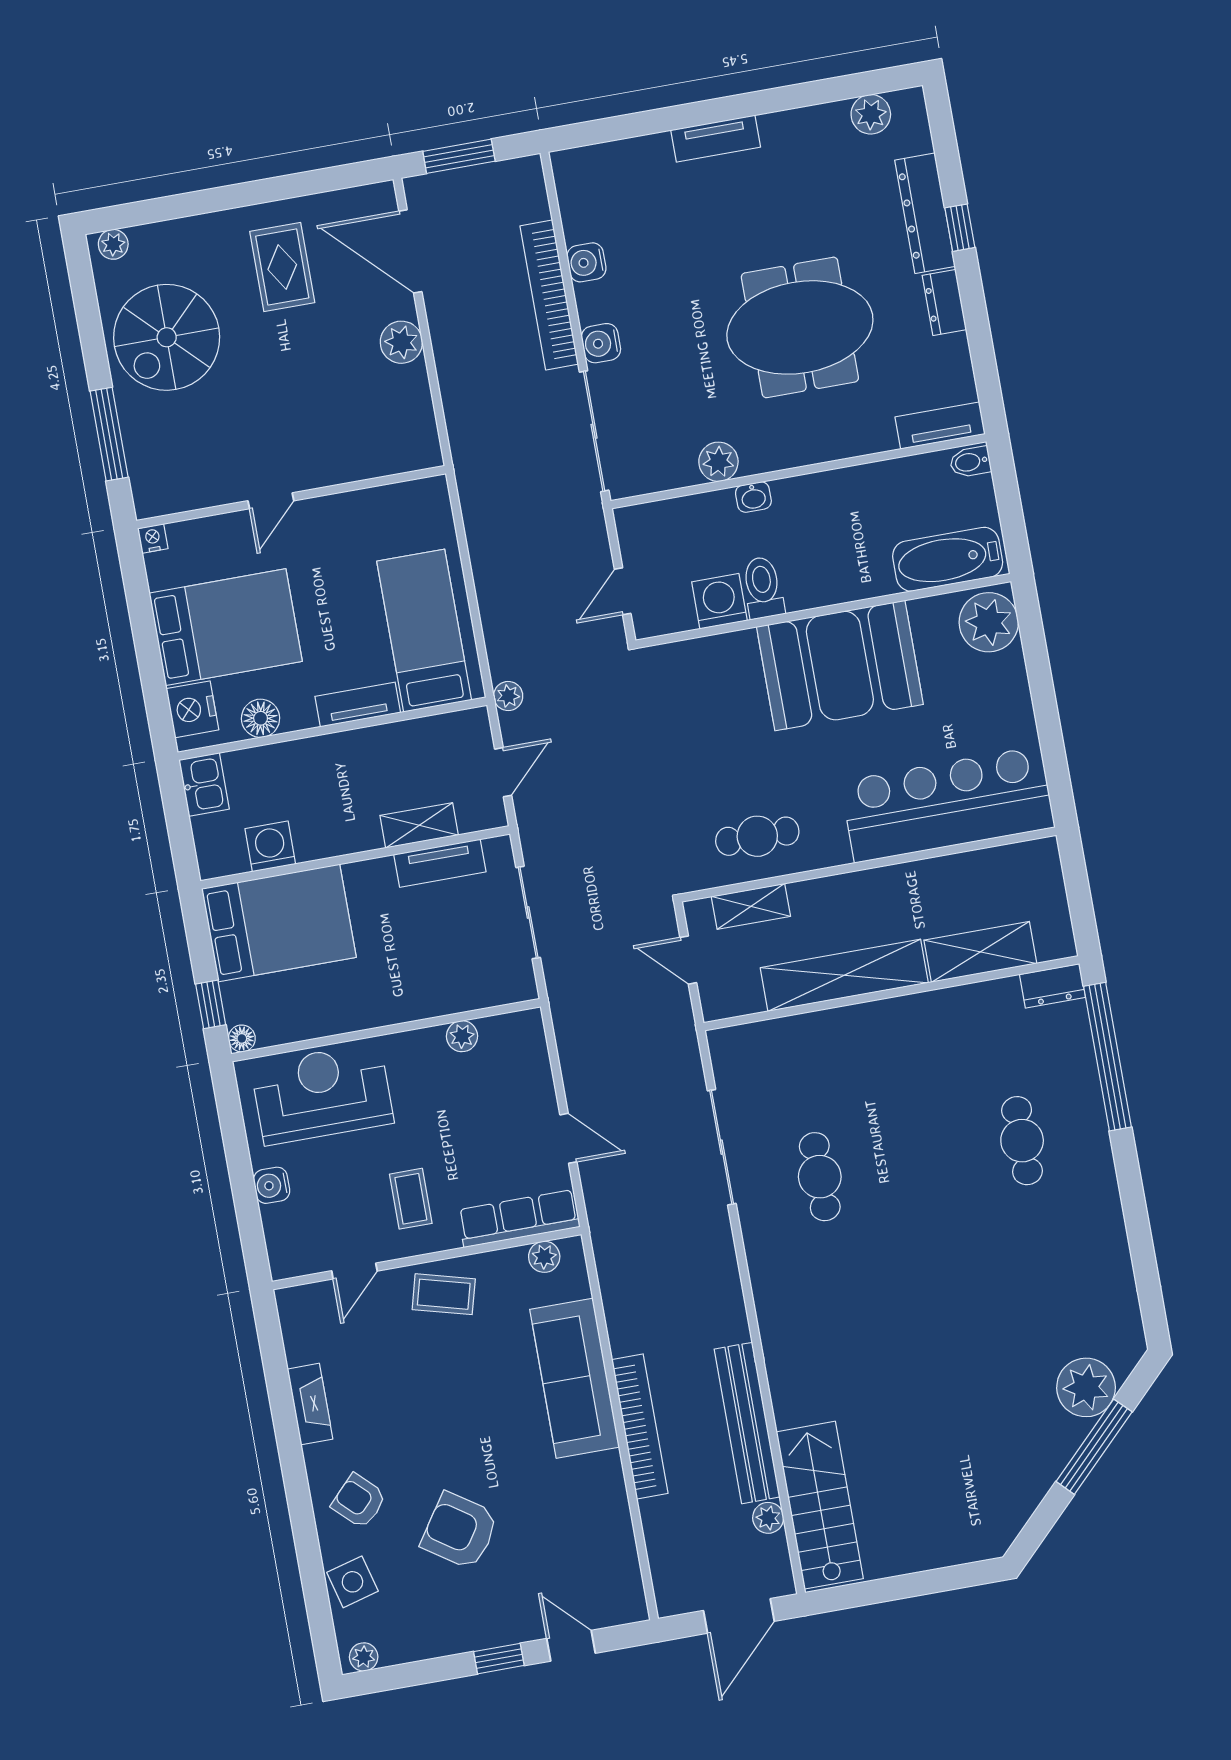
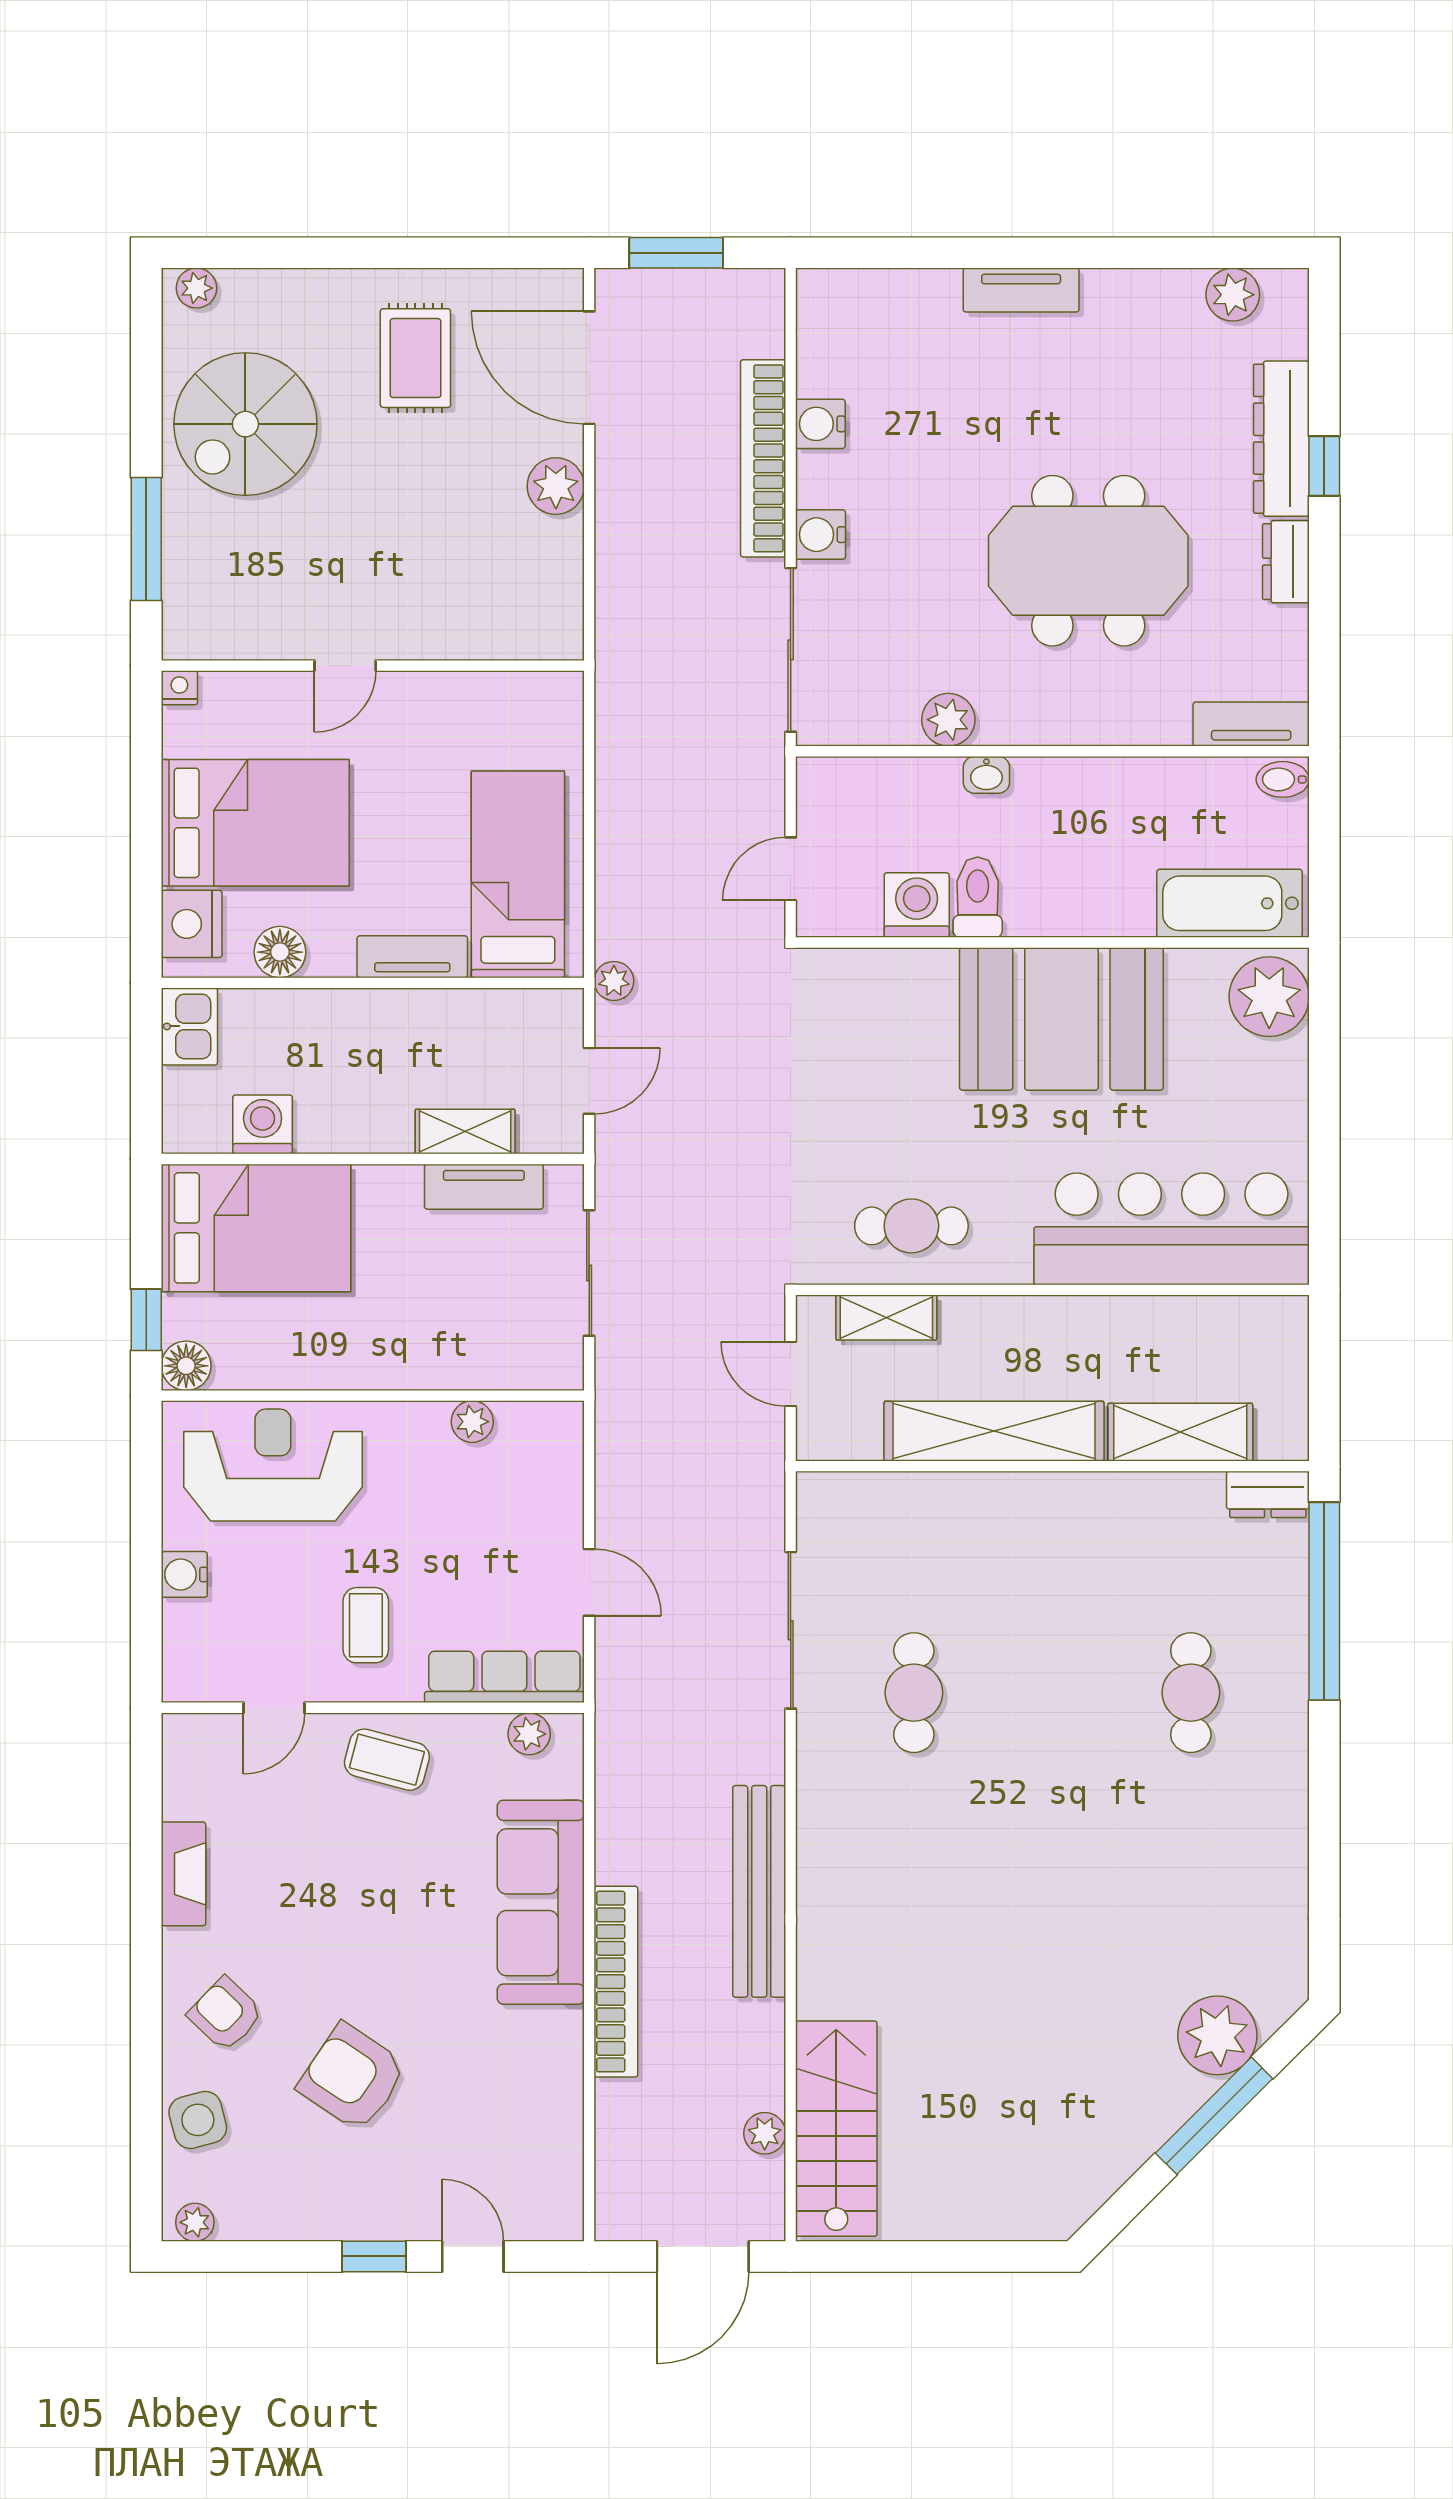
floor lamp: (242, 1038) -> (186, 1366), width x1.37, depth x1.37
bench: (747, 1423) -> (759, 1891), moved

